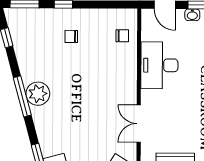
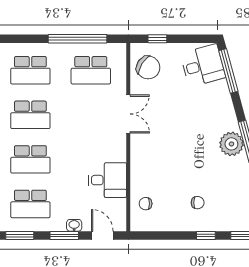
desk: (159, 65) -> (107, 180), width x0.73

